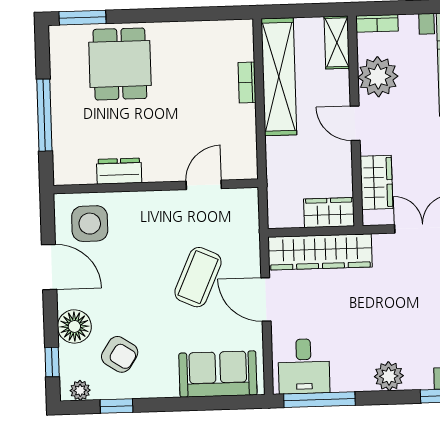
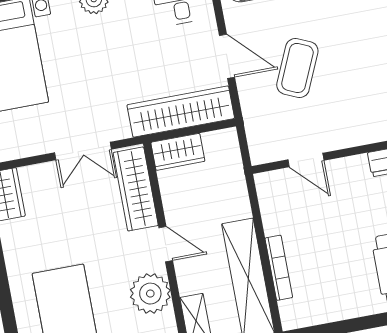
bookcase: (247, 83) -> (279, 268), width x1.56
wardrobe: (376, 182) -> (136, 189), width x1.50
door: (204, 185) -> (306, 160), hinge flipped

